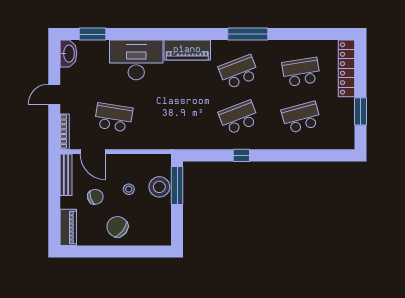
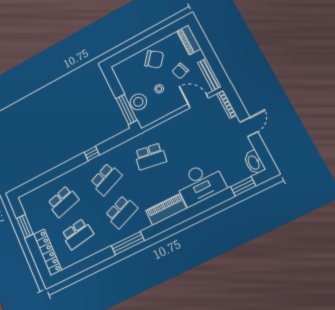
school desk: (114, 117) -> (150, 156), moved

